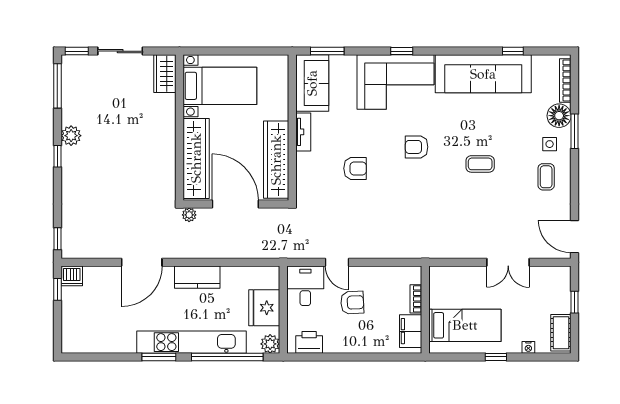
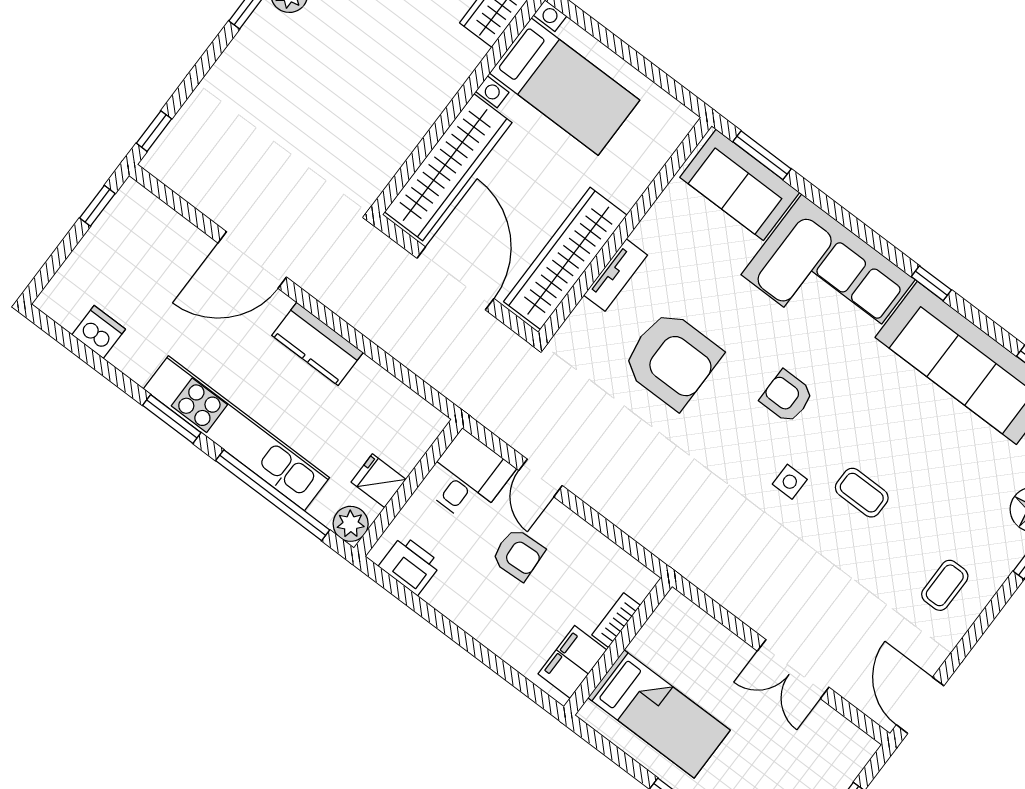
window: (402, 51) -> (931, 283), moved
sofa: (312, 83) -> (740, 185), moved, turned 90
tv unit: (303, 132) -> (616, 275), moved
side table: (550, 144) -> (790, 482), moved
armchair: (355, 168) -> (672, 360), width x1.88, depth x1.88
plant: (189, 215) -> (375, 243), removed
dishwasher: (72, 276) -> (99, 332), moved, turned 180
fridge: (264, 308) -> (379, 481), width x0.53, depth x0.75

